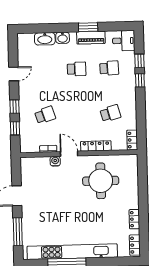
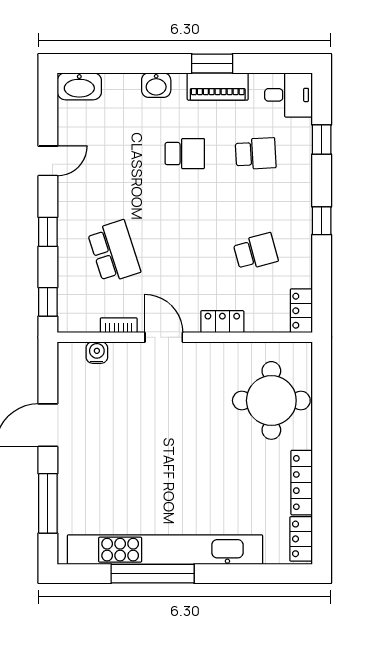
washbasin: (45, 39) -> (79, 86), moved
window: (140, 80) -> (322, 221), moved
school desk: (45, 115) -> (114, 252), width x1.85
window: (15, 128) -> (48, 302), moved
locker: (96, 146) -> (222, 322), width x0.66
water cooler: (55, 161) -> (97, 353), moved
round table: (101, 181) -> (271, 400), moved
locker: (134, 219) -> (302, 483), width x1.53

